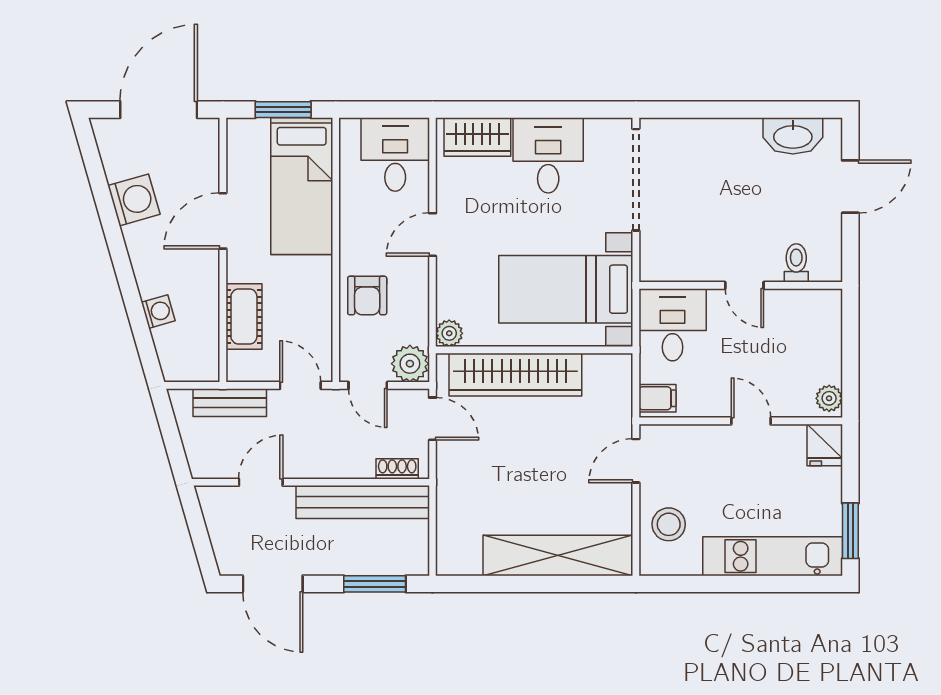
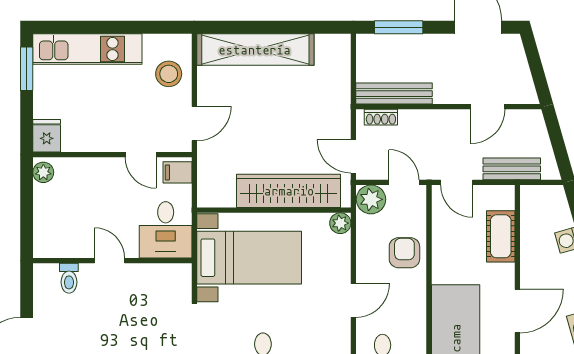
door: (751, 421) -> (141, 155), moved
bench: (363, 502) -> (394, 94), width x0.73, depth x0.82

